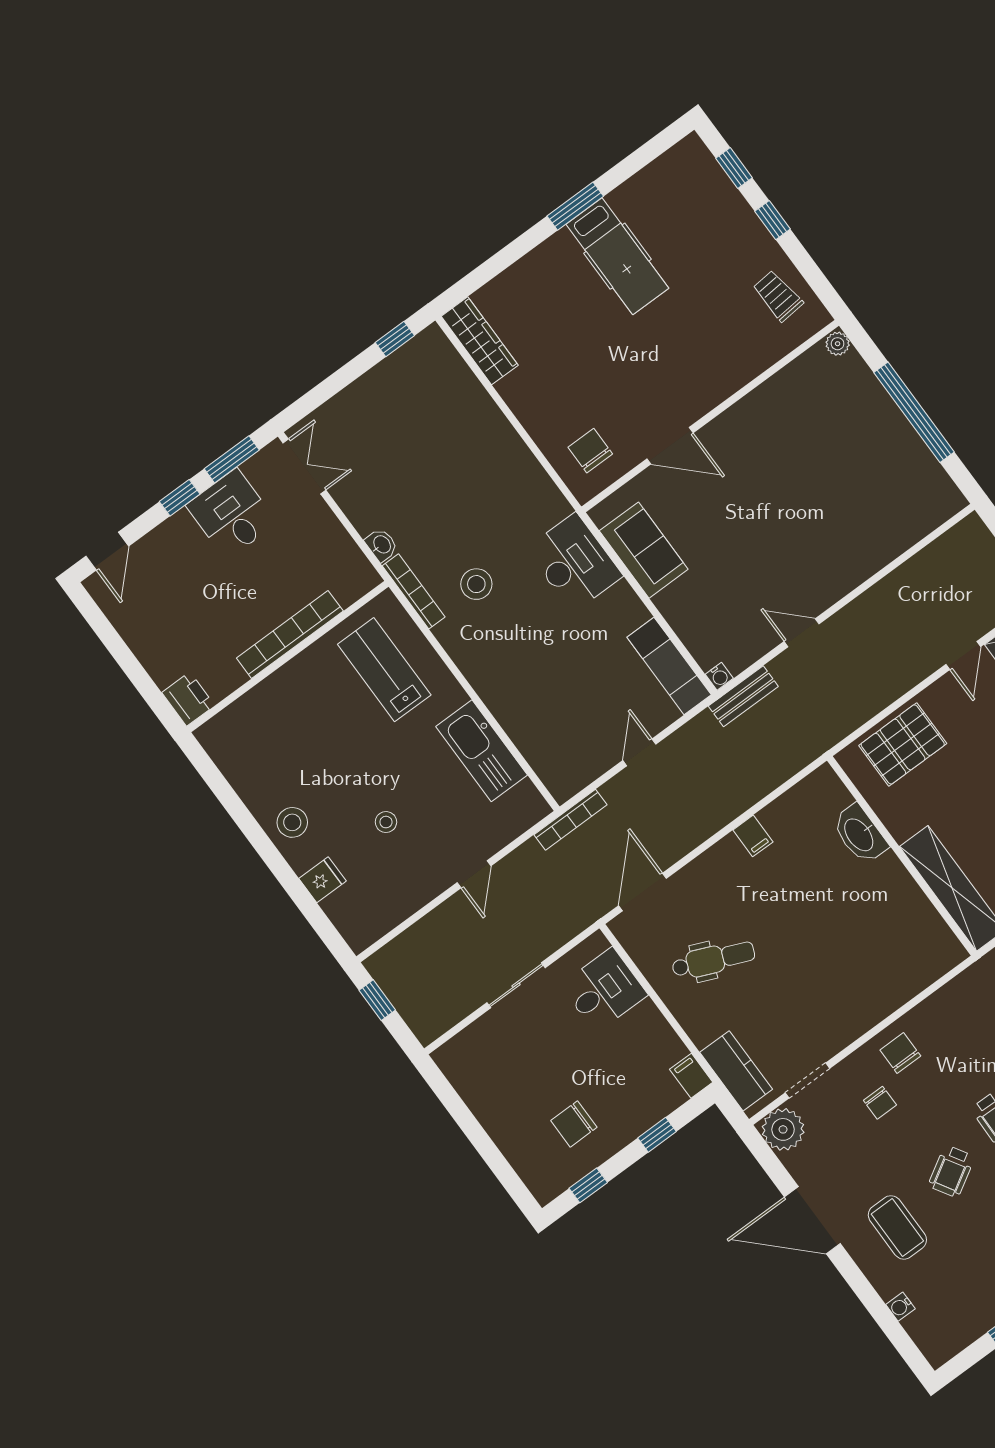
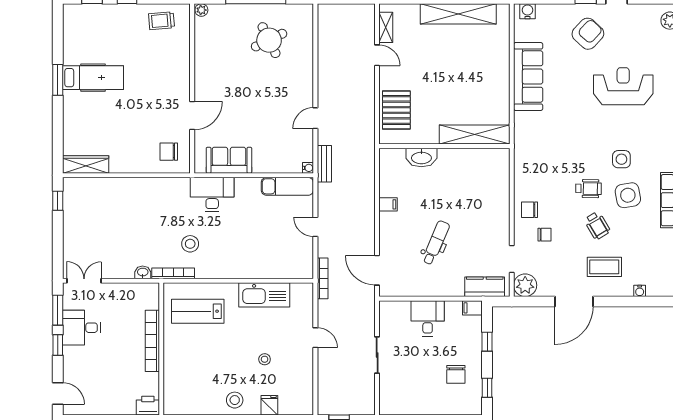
round table: (867, 478) -> (269, 40), added
dental chair: (713, 960) -> (436, 243), moved
desk: (604, 990) -> (428, 318), moved

